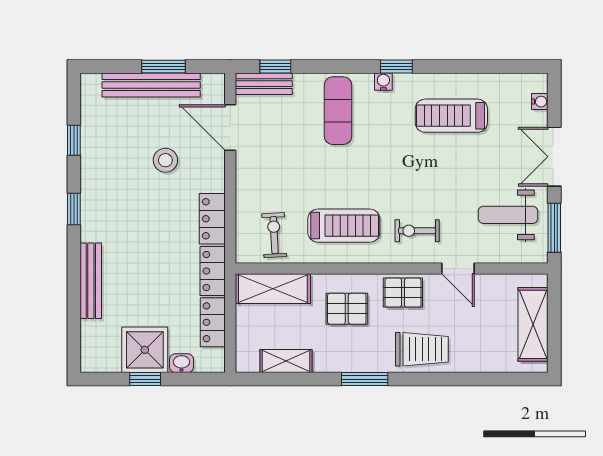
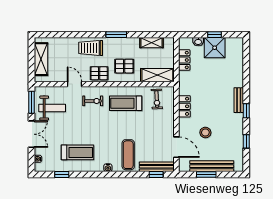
window: (396, 66) -> (62, 174), moved
bench: (264, 84) -> (157, 167), width x1.36
locker: (213, 271) -> (184, 83), removed
bench: (91, 281) -> (239, 100), moved, width x0.73

